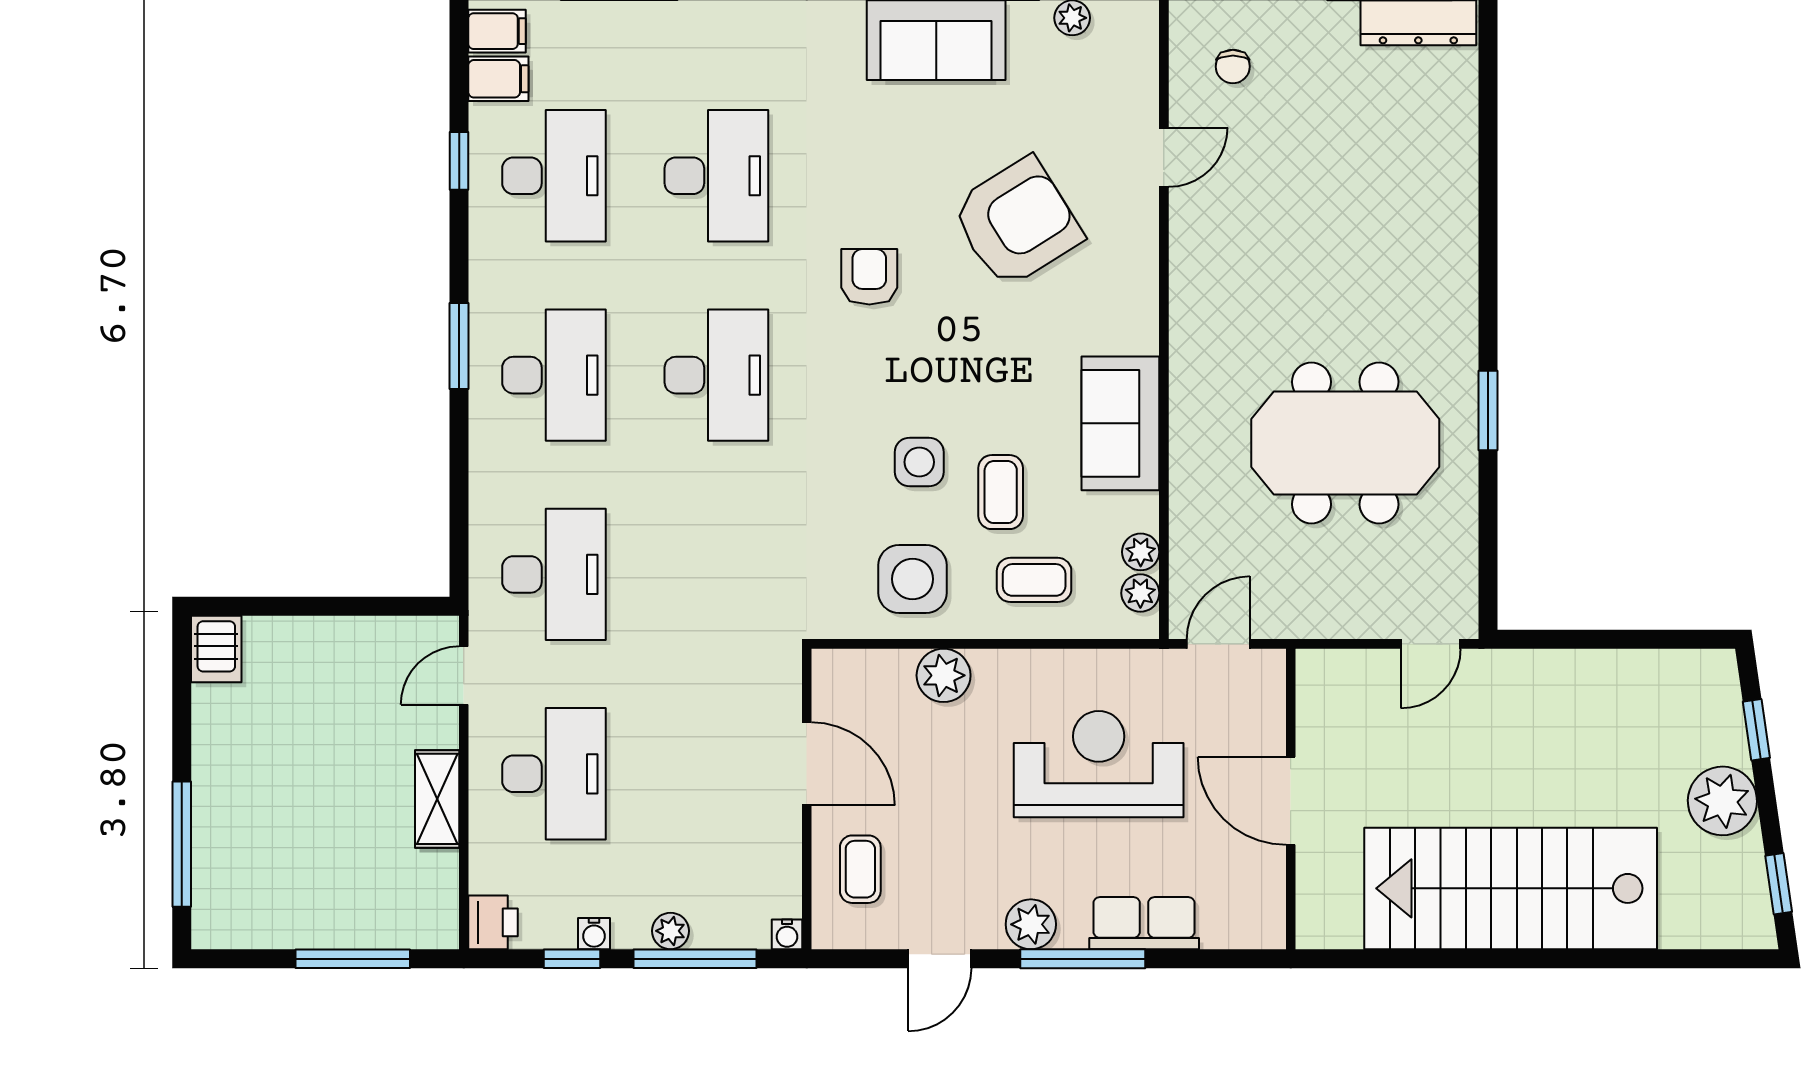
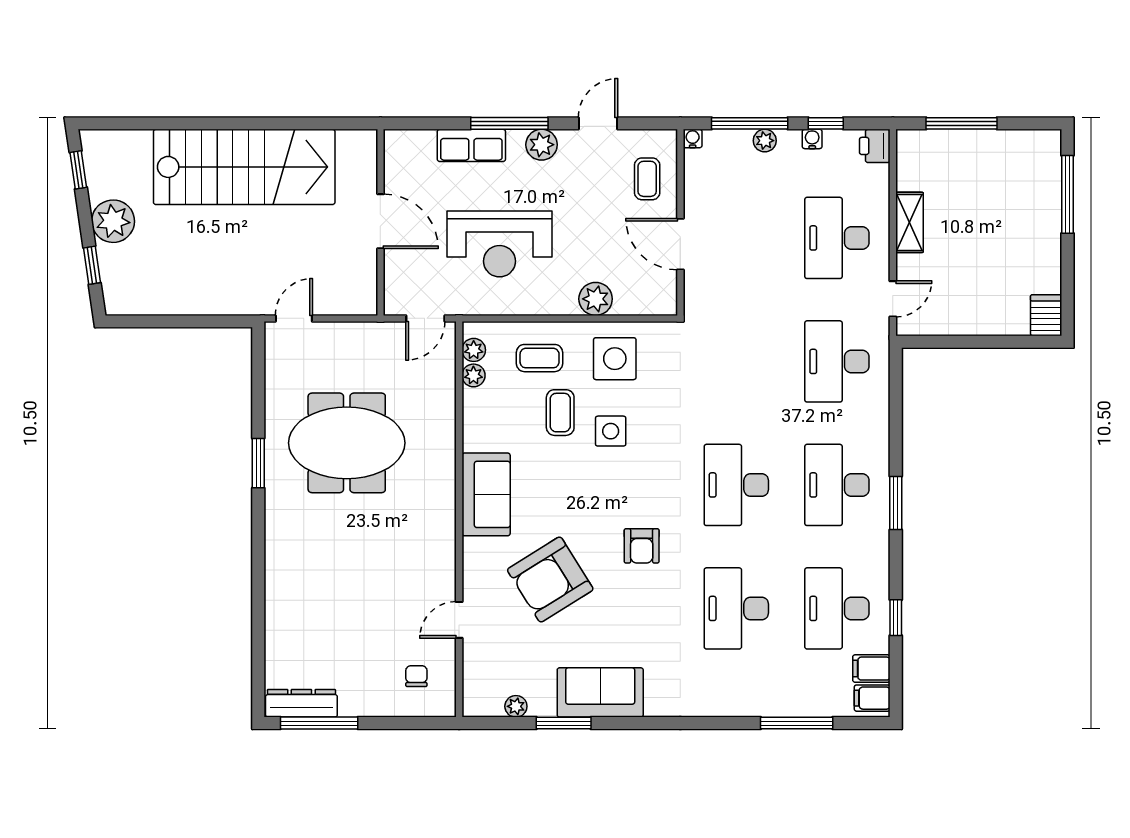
sofa: (1120, 423) -> (486, 494), moved

